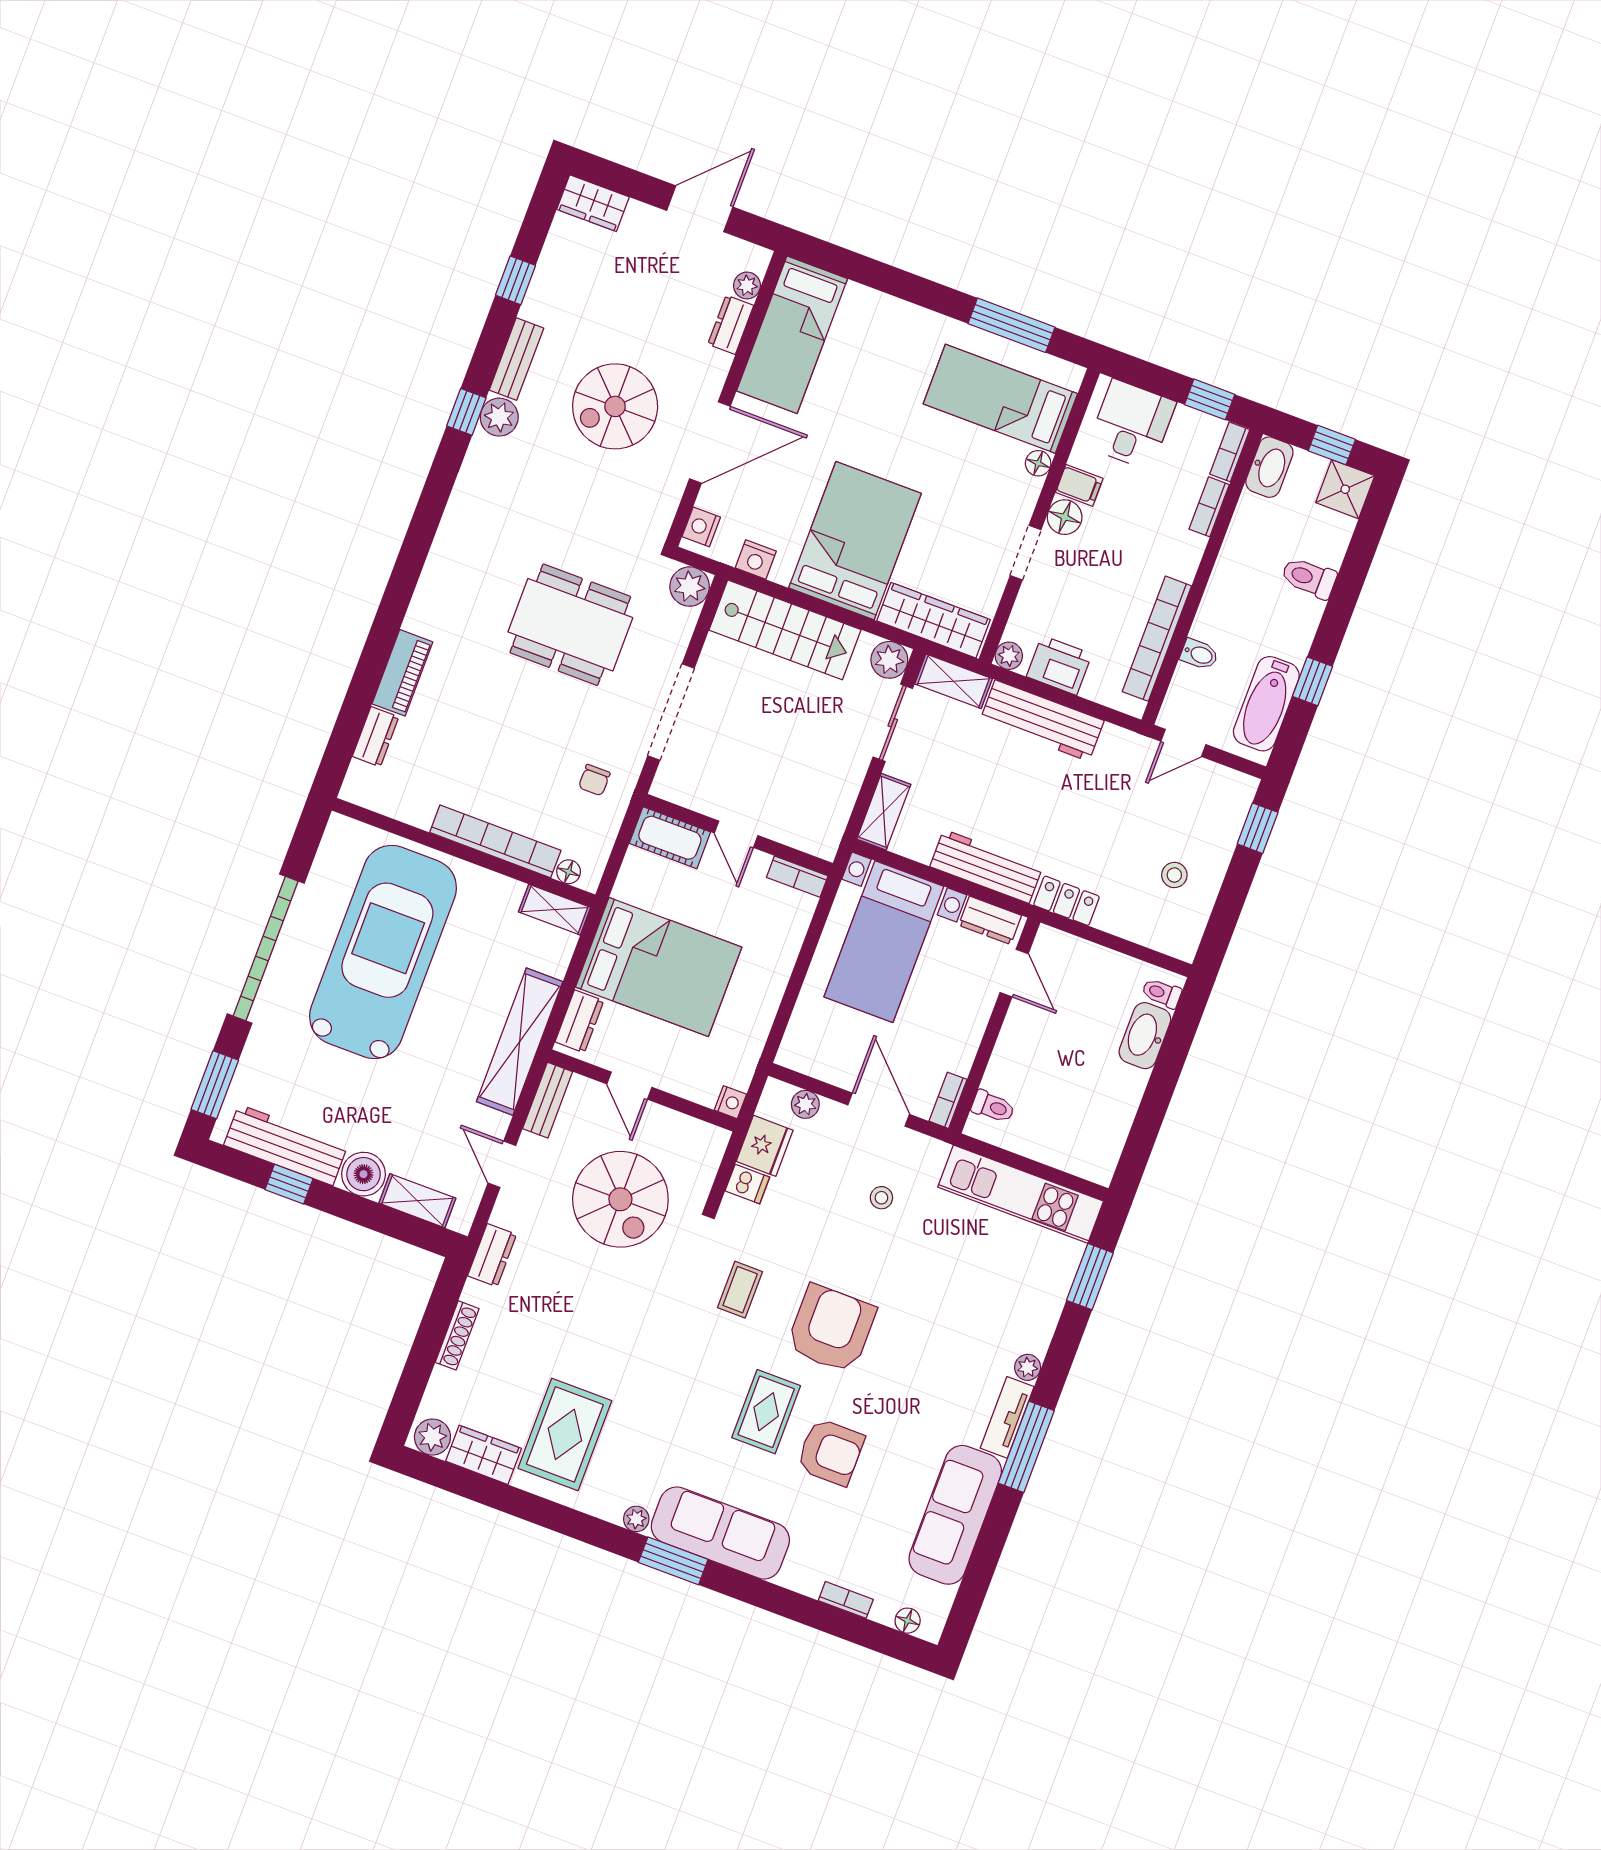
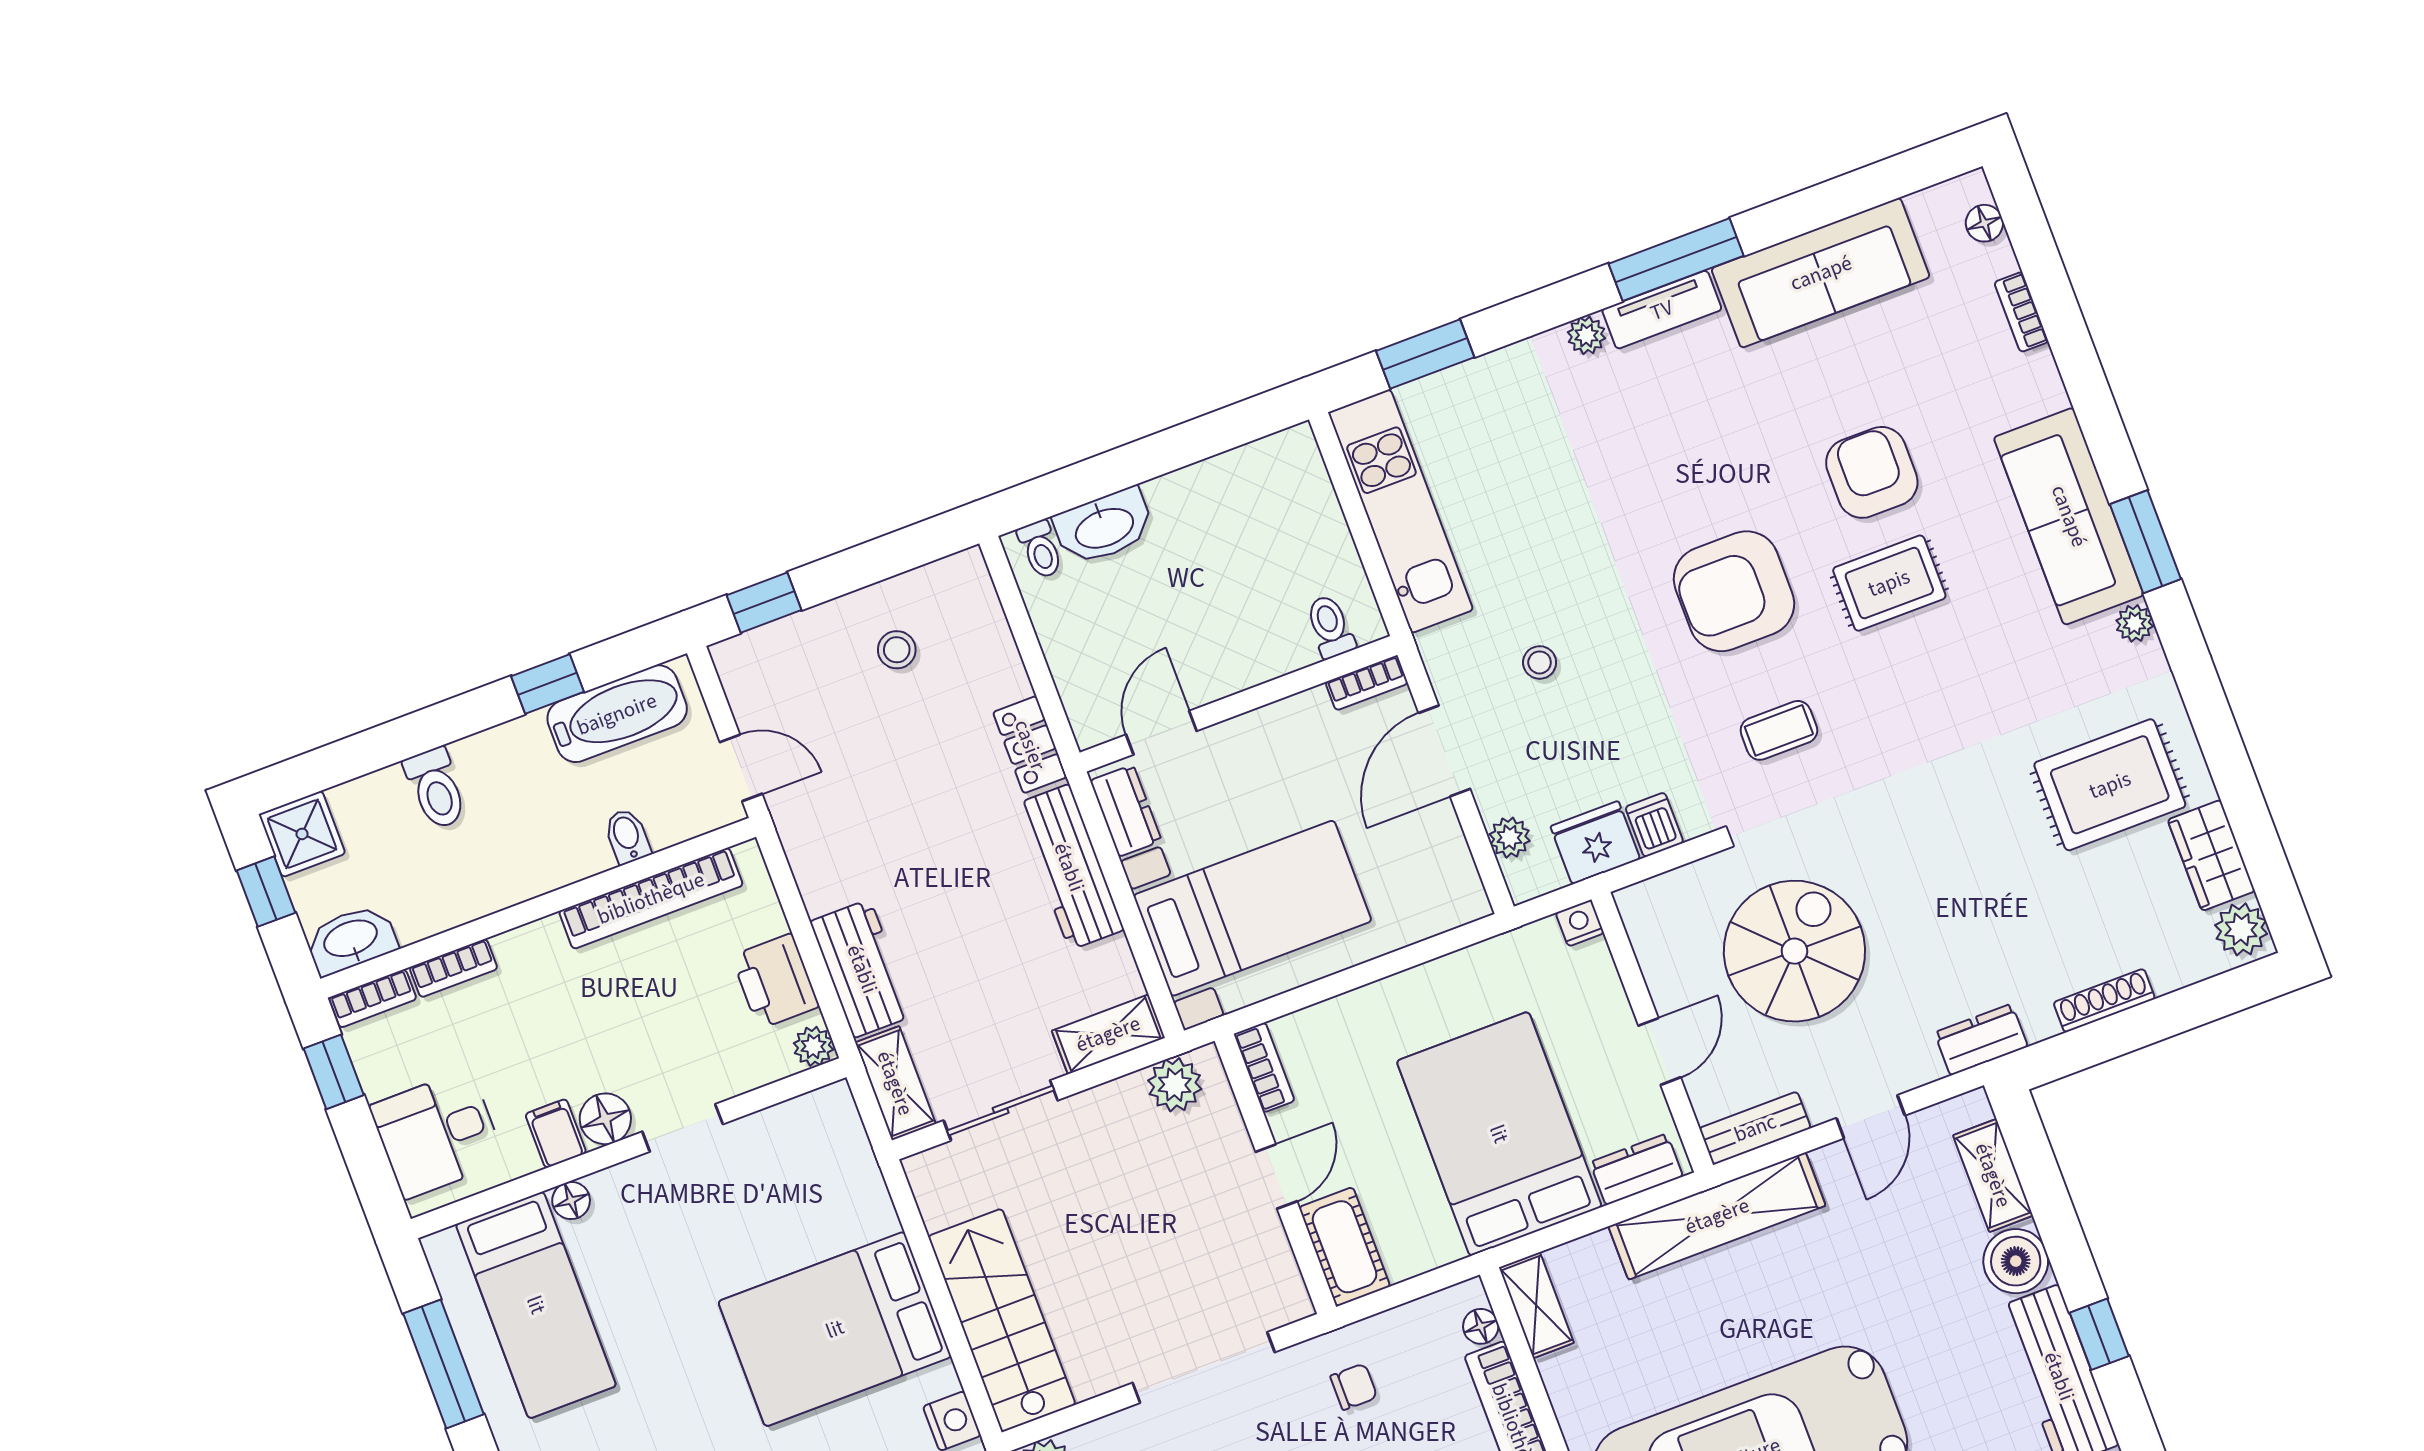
wardrobe: (933, 620) -> (847, 1165), removed
plant: (889, 660) -> (1175, 1085), moved
workbench: (1042, 721) -> (862, 969), width x0.73

